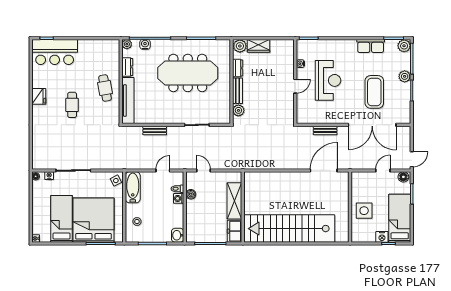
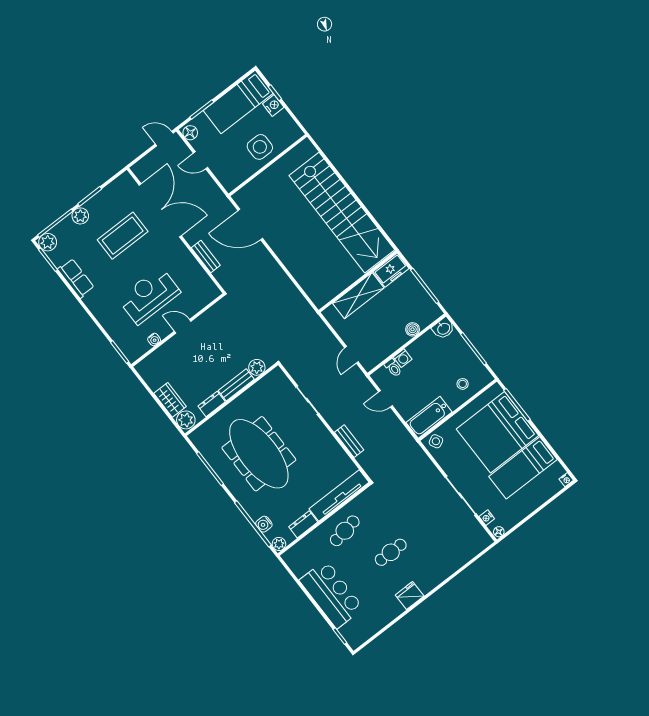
bar counter: (55, 52) -> (331, 594), moved
boiler: (191, 194) -> (413, 329), moved

